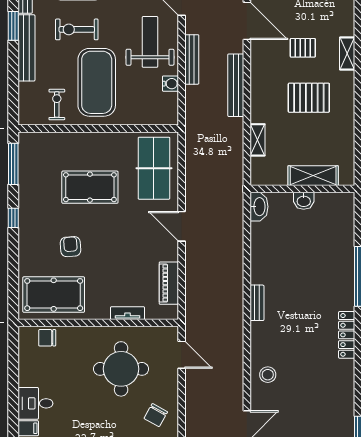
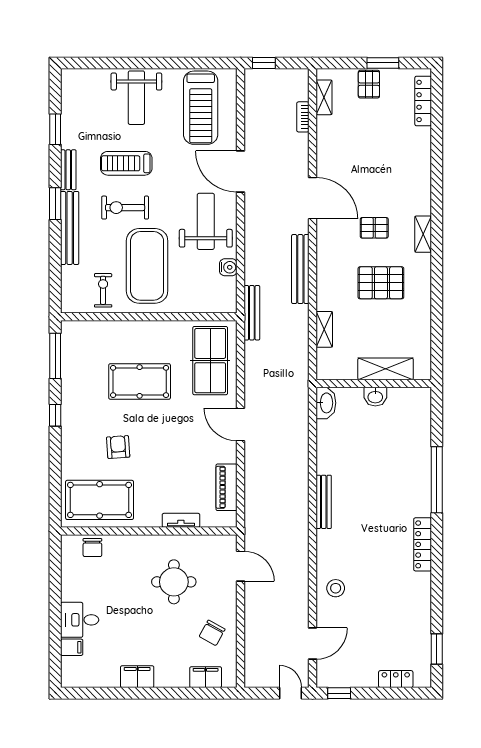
bench: (192, 59) -> (252, 313), moved
bench: (257, 303) -> (324, 502), width x1.36
chair: (47, 338) -> (92, 548), turned -90
round table: (121, 369) -> (174, 582), width x0.73, depth x0.73

